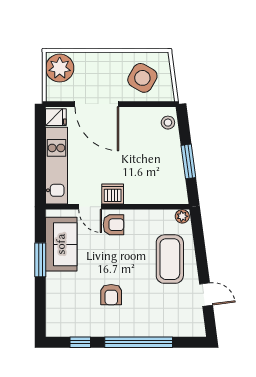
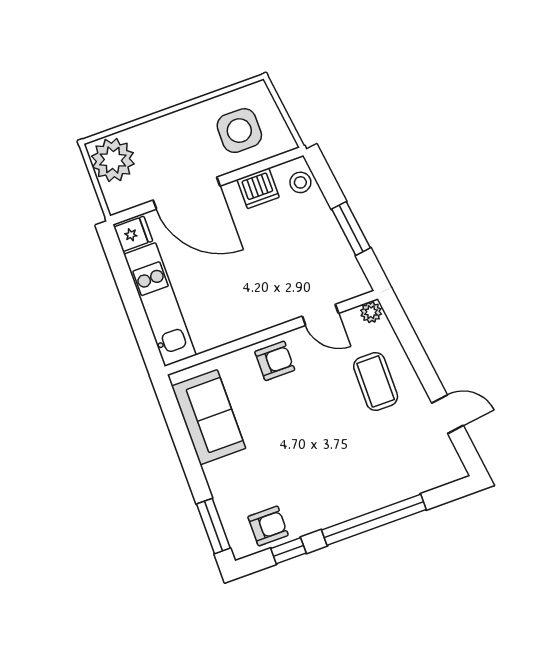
side table: (142, 78) -> (239, 131), turned -30
dishwasher: (113, 194) -> (258, 188), moved, turned 180
door: (90, 207) -> (320, 315), moved
coffee table: (170, 259) -> (376, 381), width x0.73, depth x0.76
window: (40, 260) -> (213, 526), moved
armchair: (111, 295) -> (268, 526), moved, turned -90

